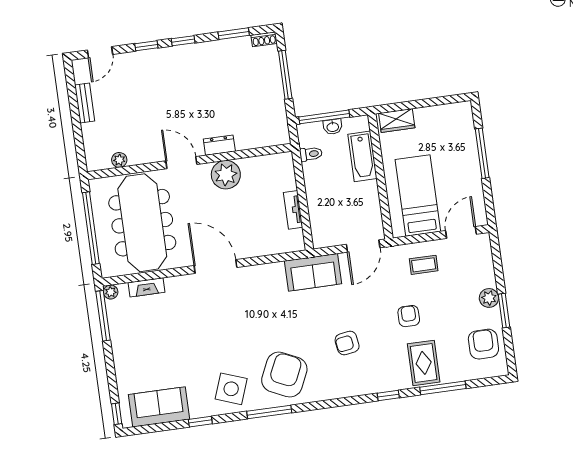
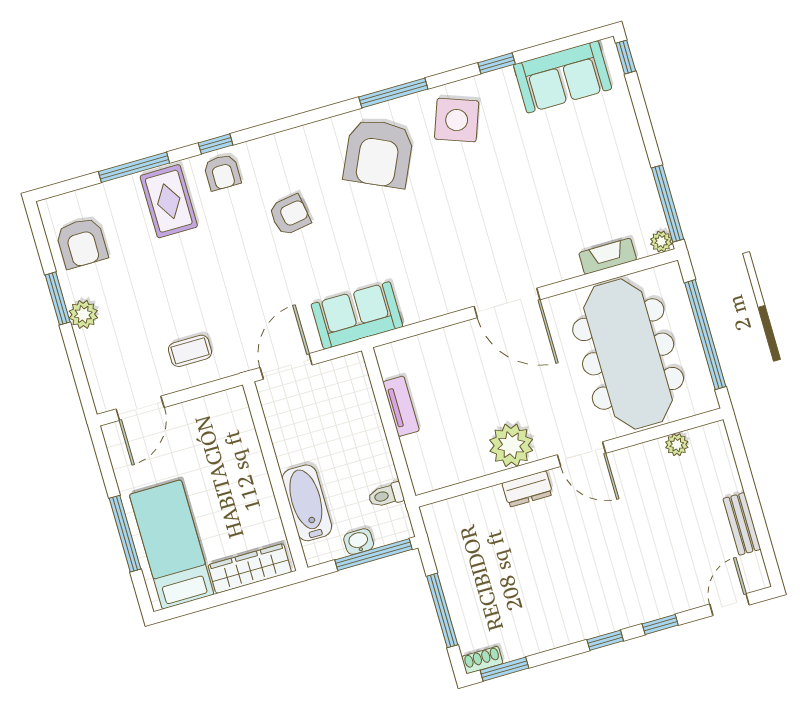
window: (234, 34) -> (504, 669), moved
wardrobe: (397, 121) -> (250, 569), width x1.50
bed: (418, 195) -> (172, 544), moved, turned 180
armchair: (409, 316) -> (222, 172), moved

